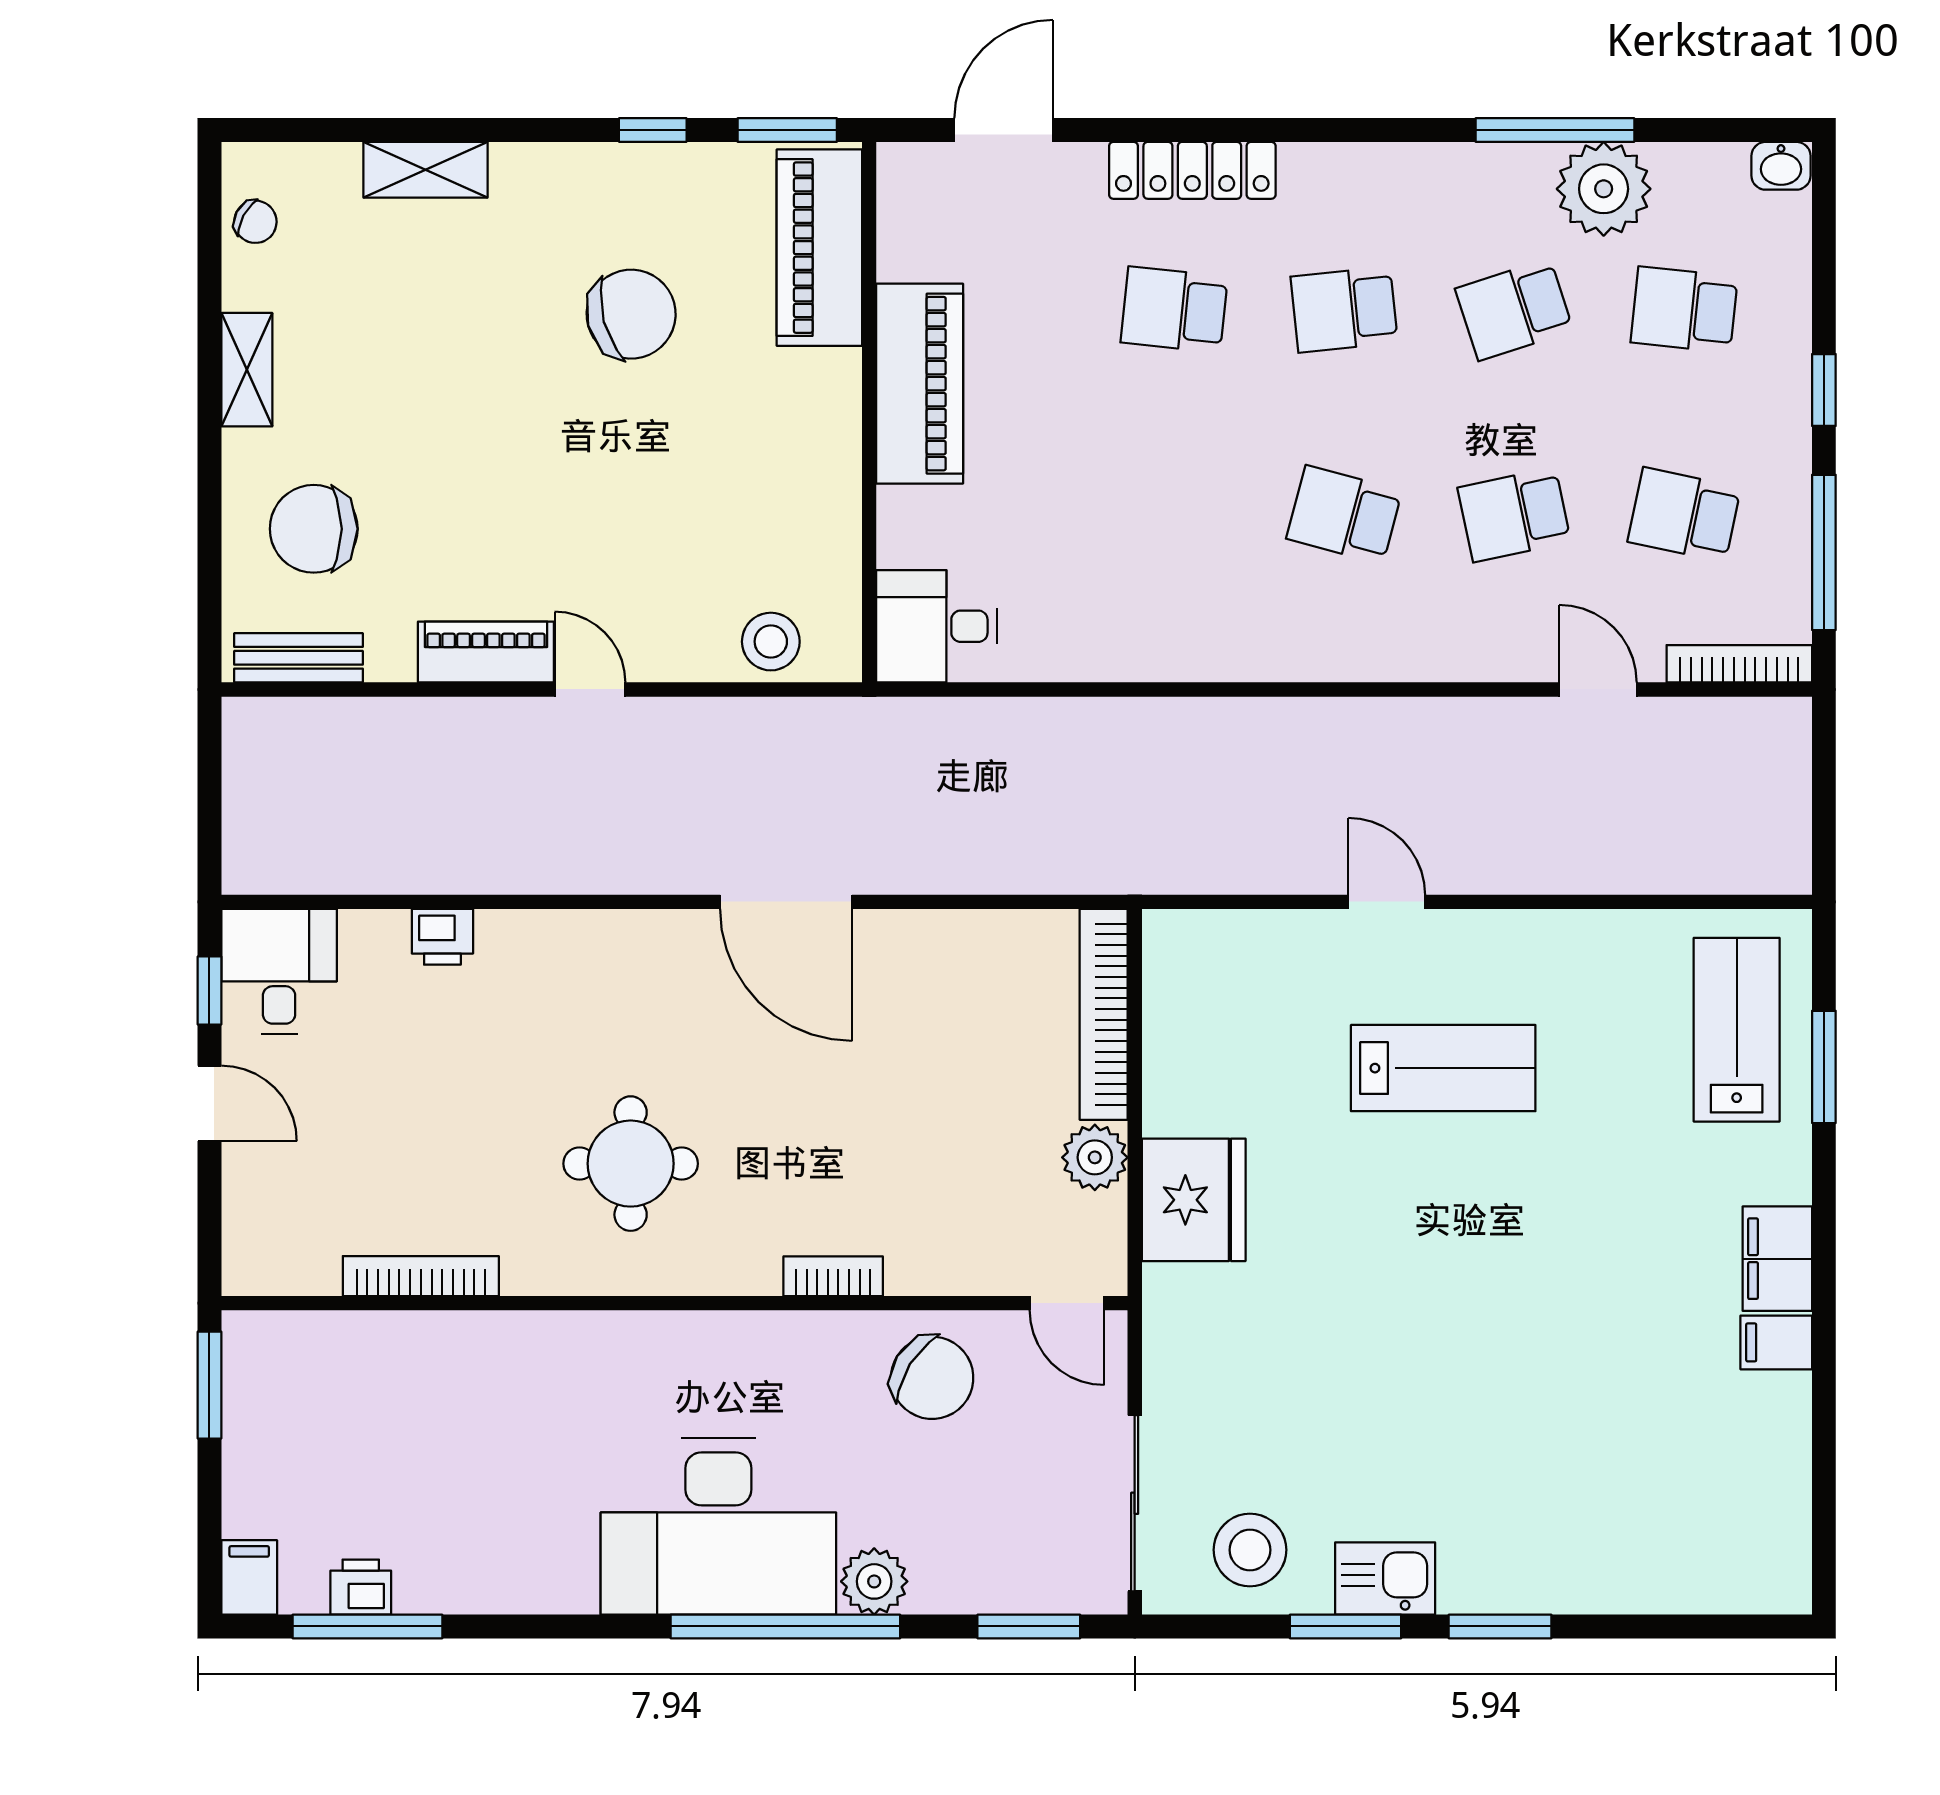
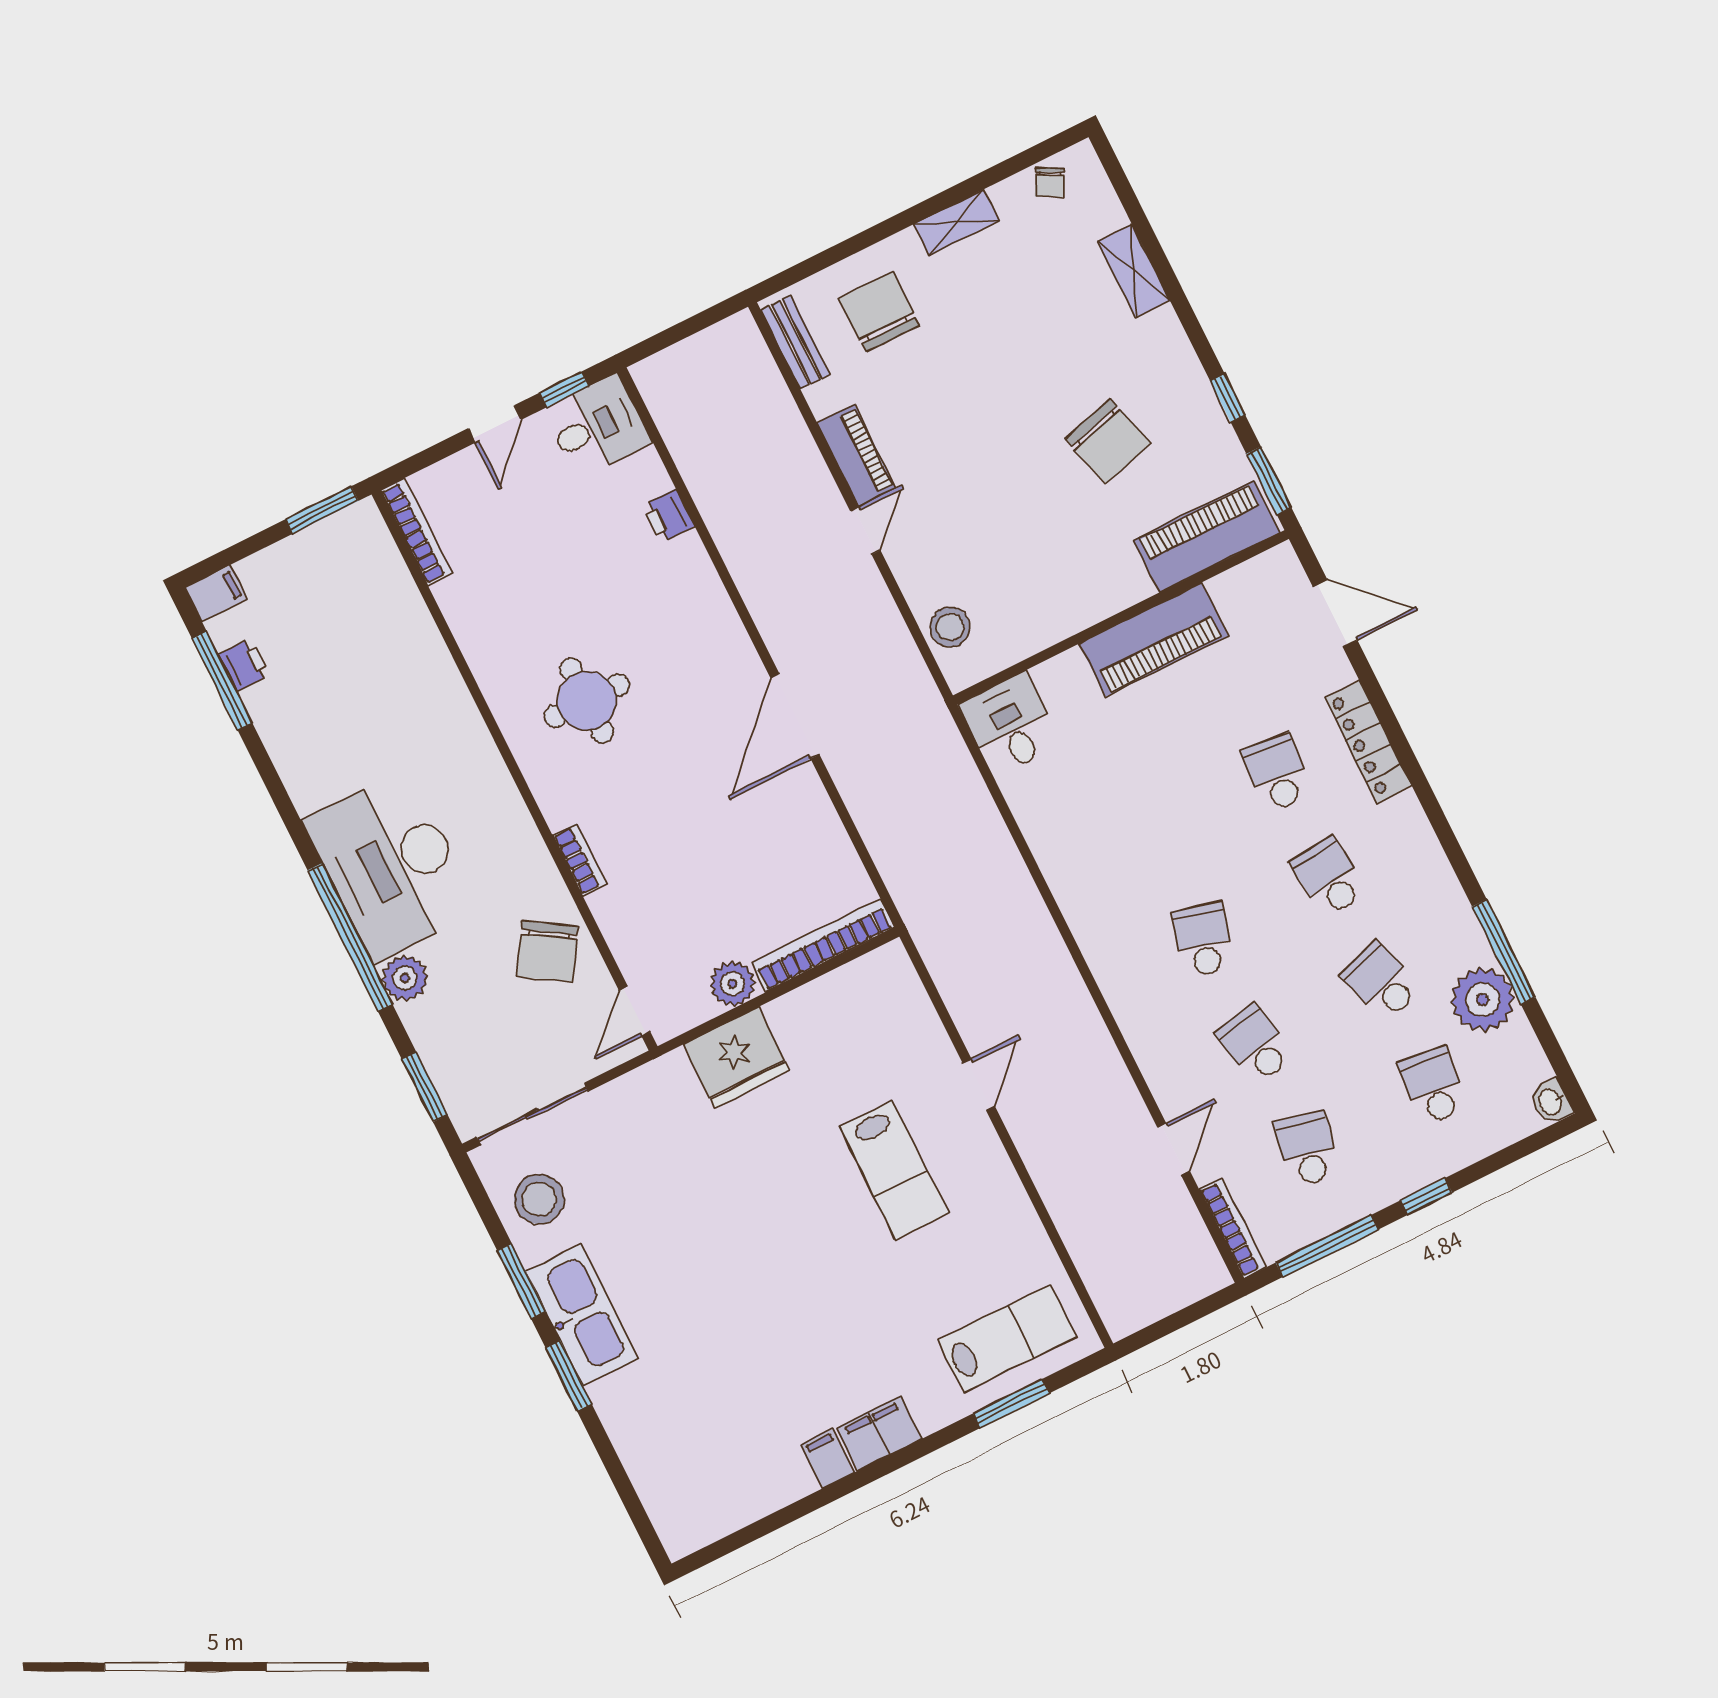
bookcase: (421, 1276) -> (416, 532), moved
kitchen sink: (1385, 1578) -> (582, 1315), width x1.88, depth x1.24

